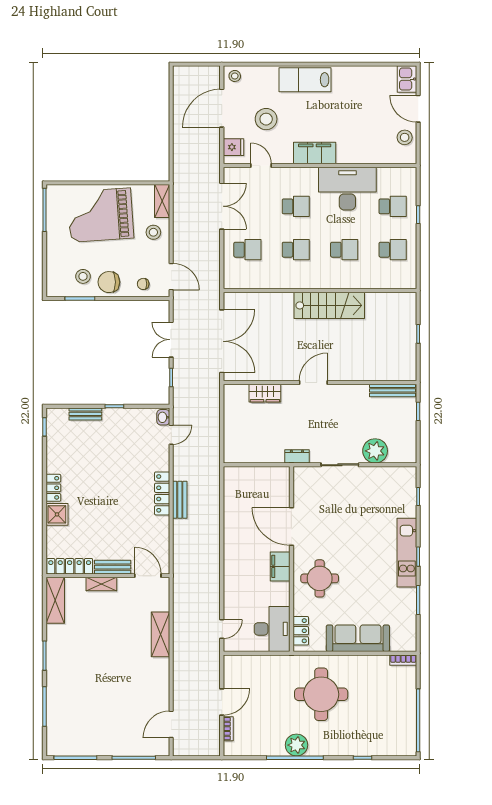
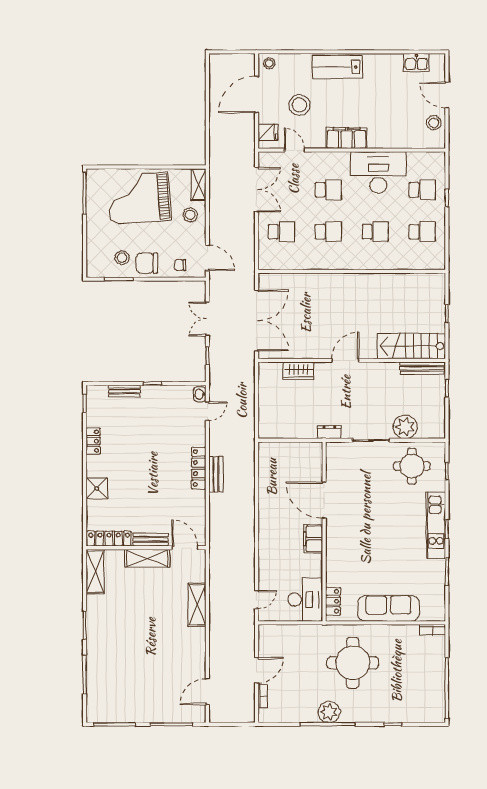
kitchen sink: (407, 79) -> (416, 63), moved, turned -90
stairs: (329, 305) -> (411, 346), moved, turned 180
locker: (53, 488) -> (93, 441), moved
round table: (320, 578) -> (412, 466), moved
shelving: (101, 584) -> (147, 558), width x1.50, depth x1.33

